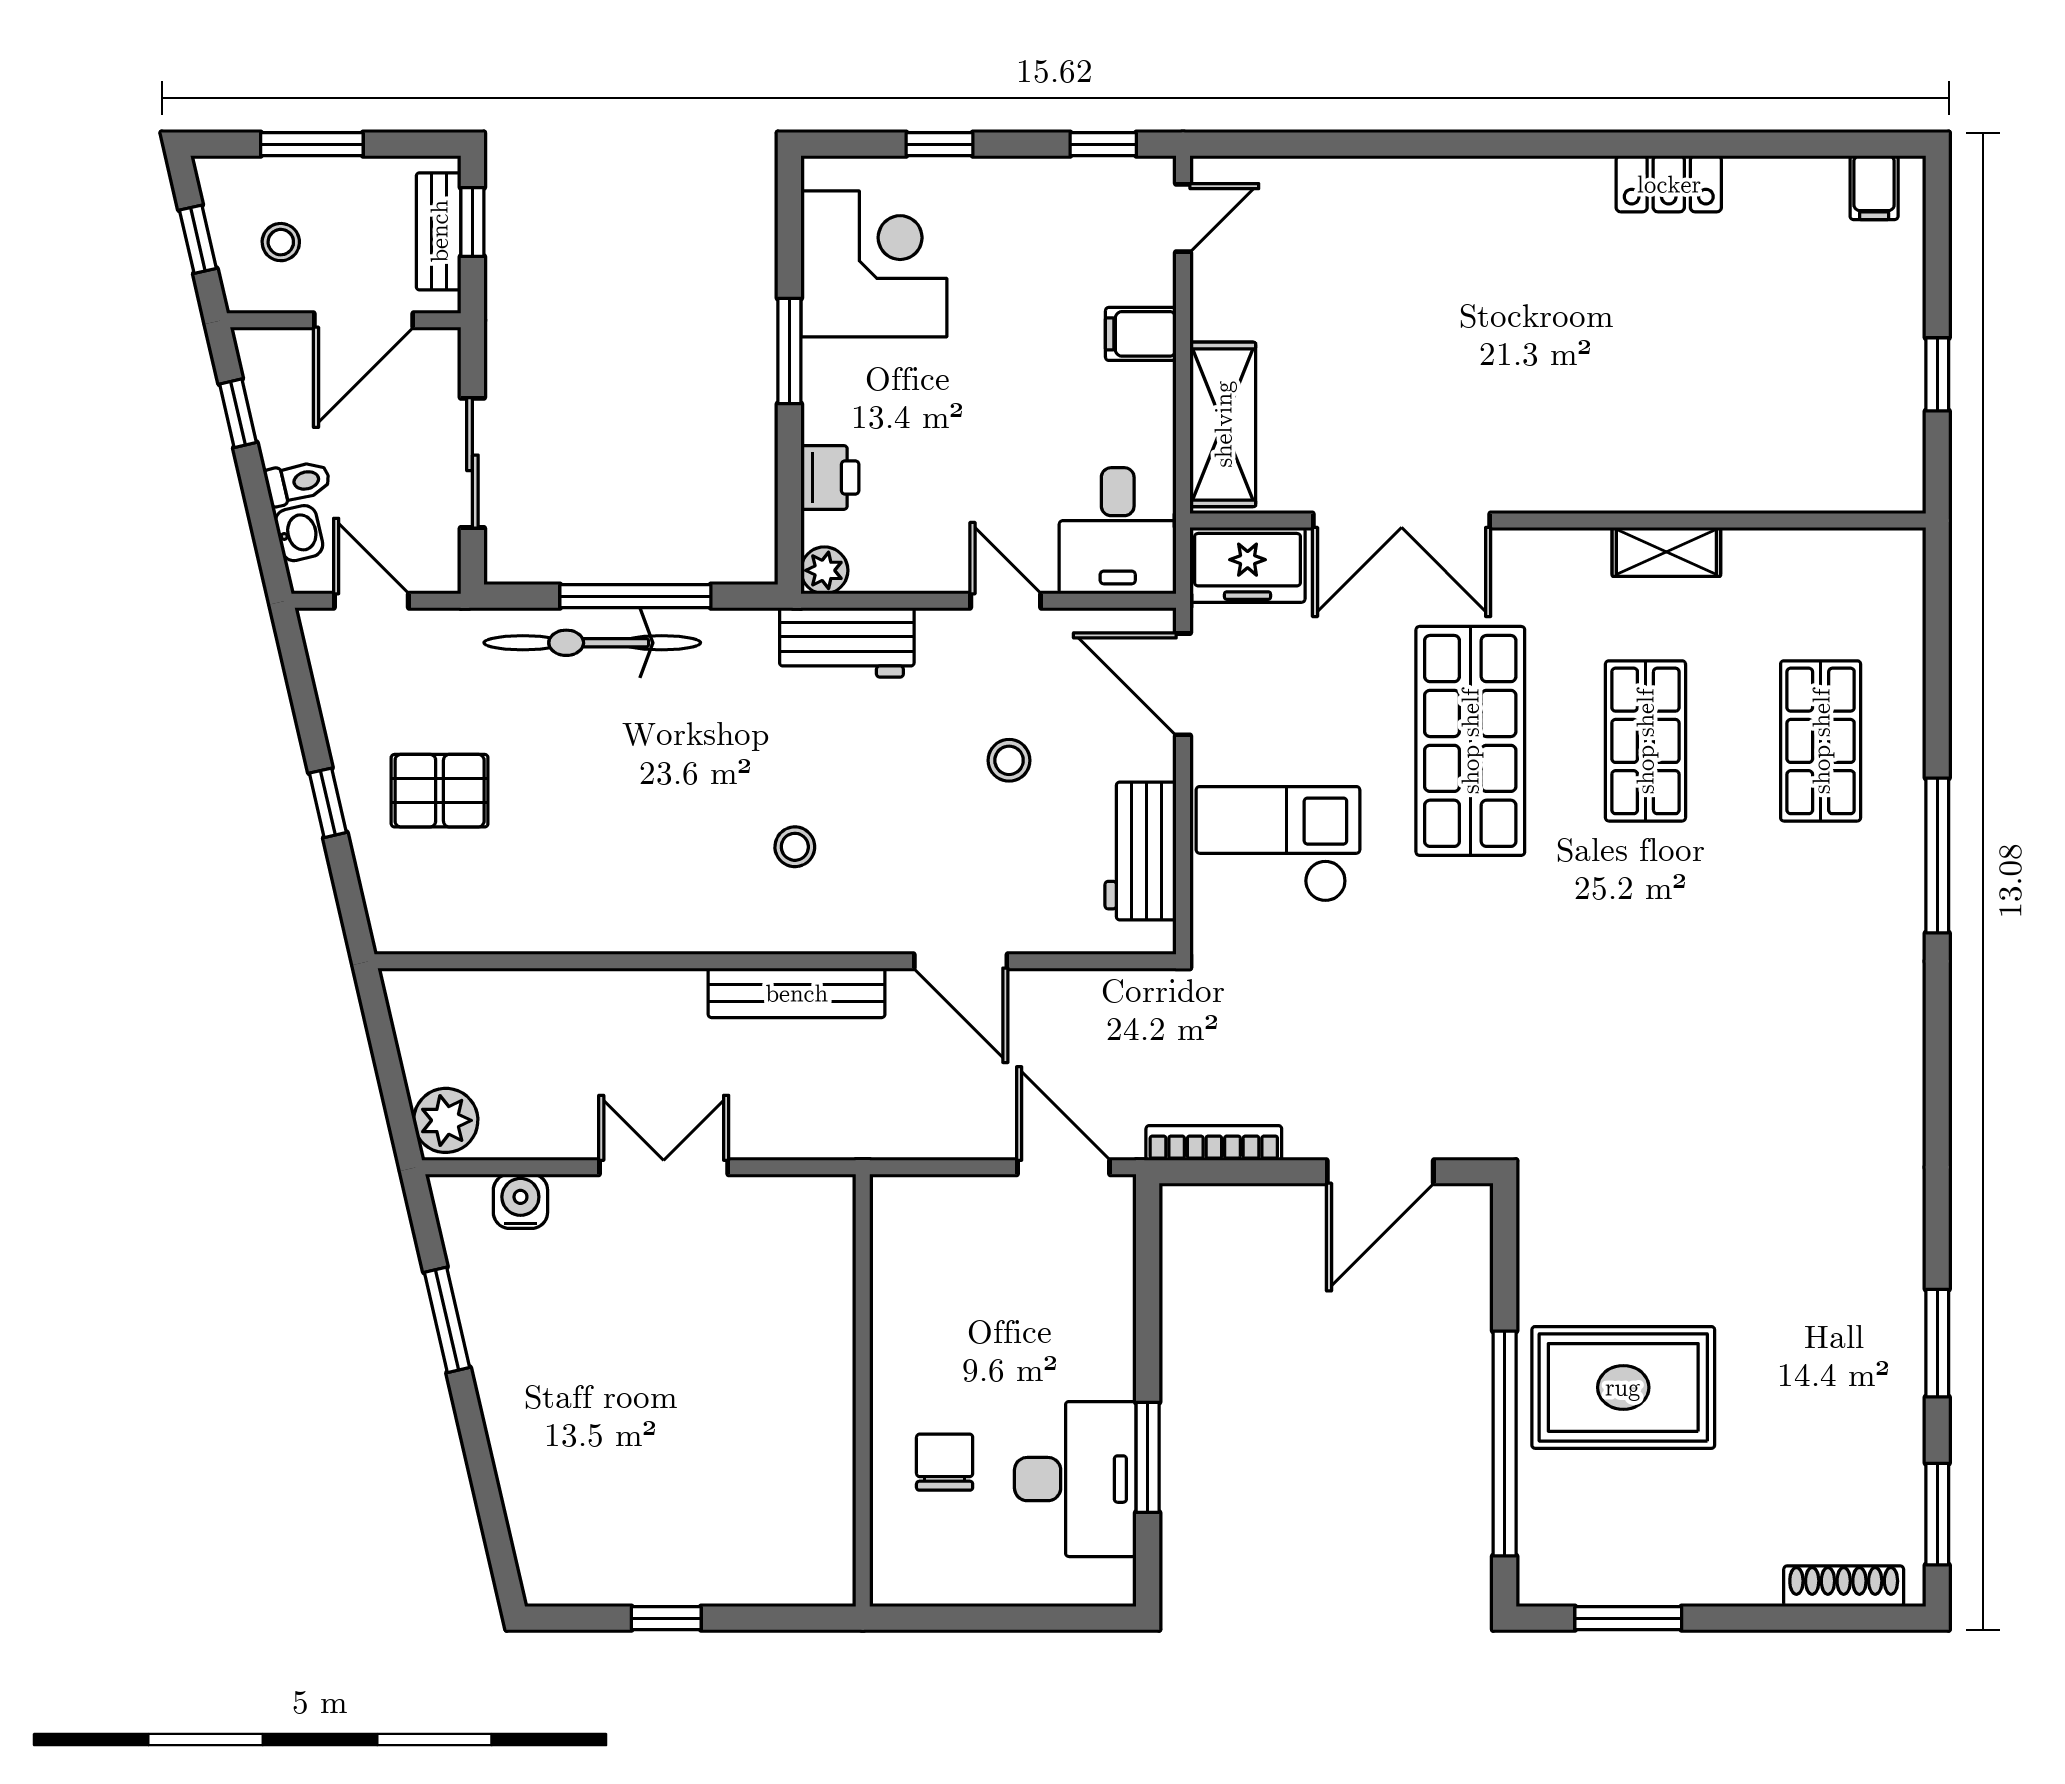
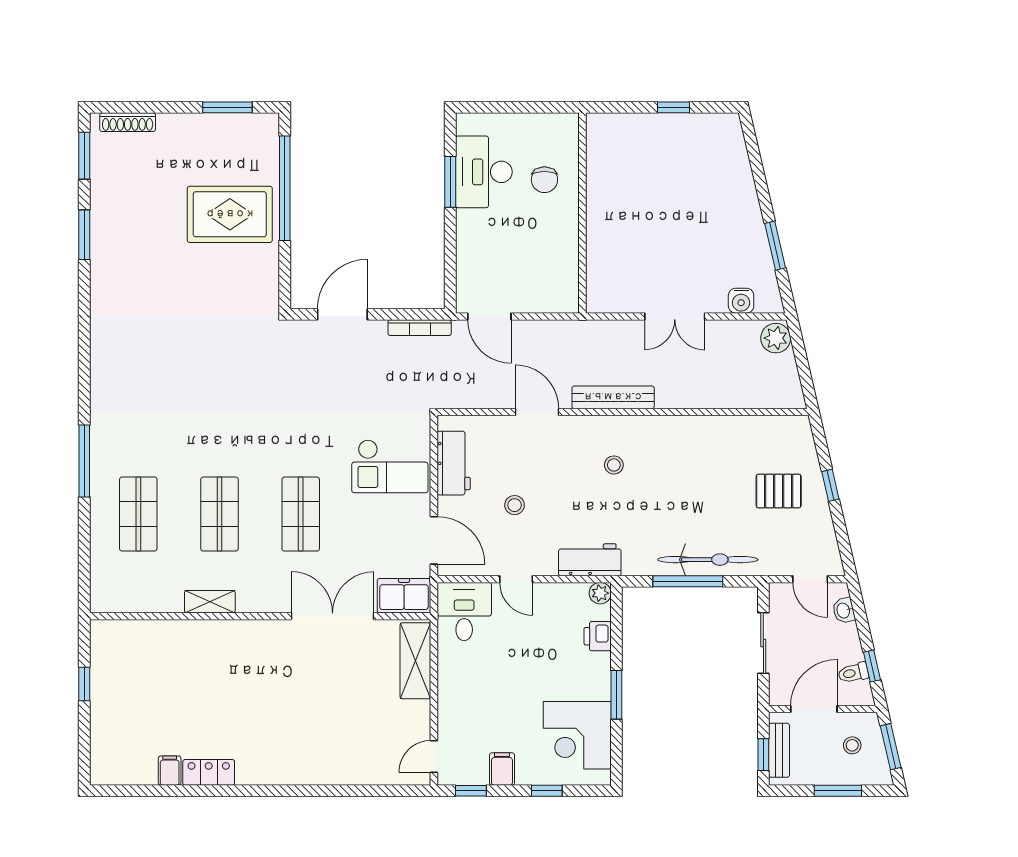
filing cabinet: (1874, 188) -> (170, 771), moved
window: (198, 239) -> (891, 747), width x1.50
filing cabinet: (1141, 334) -> (502, 769), moved, turned -90
toilet: (298, 482) -> (853, 673), moved
shop shelf: (1470, 741) -> (301, 514), width x0.70, depth x0.74

